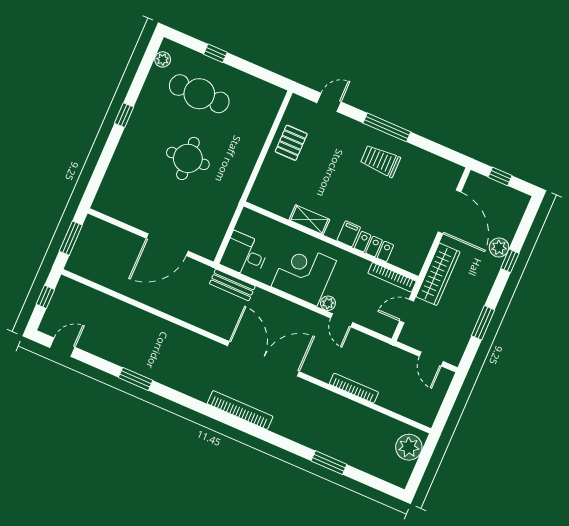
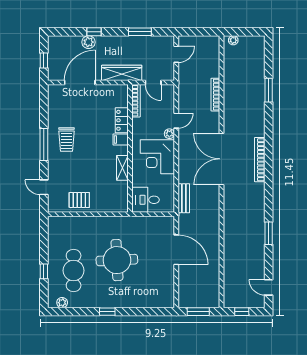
round table: (188, 158) -> (117, 260), width x1.36, depth x1.36
desk: (245, 255) -> (145, 200), moved, turned 90
plant: (409, 447) -> (233, 40), width x0.53, depth x0.53

